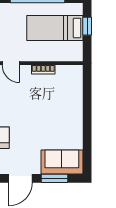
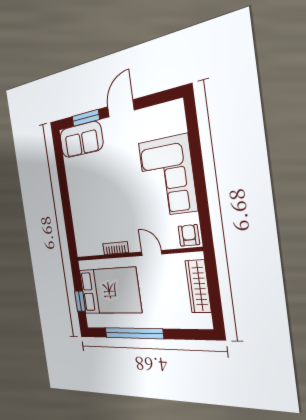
bed: (55, 28) -> (110, 291), width x1.50

